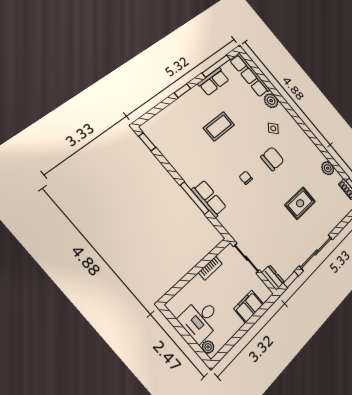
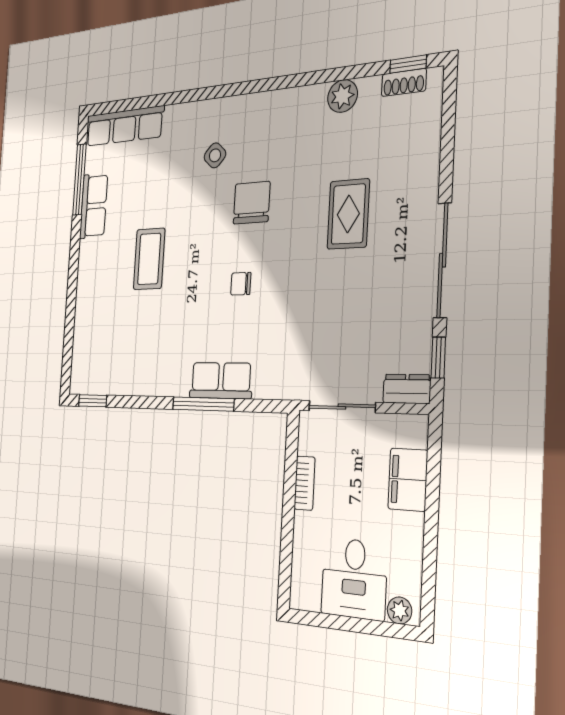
window: (182, 91) -> (73, 274), removed
plant: (271, 101) -> (179, 119), removed

